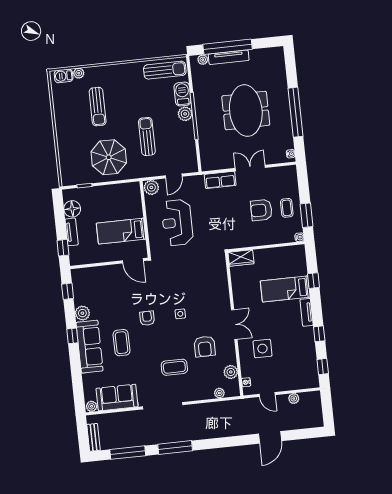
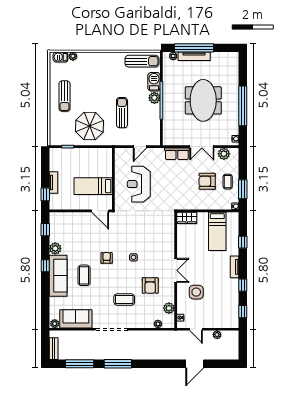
sun lounger: (98, 107) -> (64, 96), moved
double door: (250, 168) -> (202, 147), swing flipped
plant: (151, 187) -> (224, 154), moved
floor lamp: (72, 209) -> (56, 164), removed
bed: (285, 289) -> (217, 231), moved, turned -90

